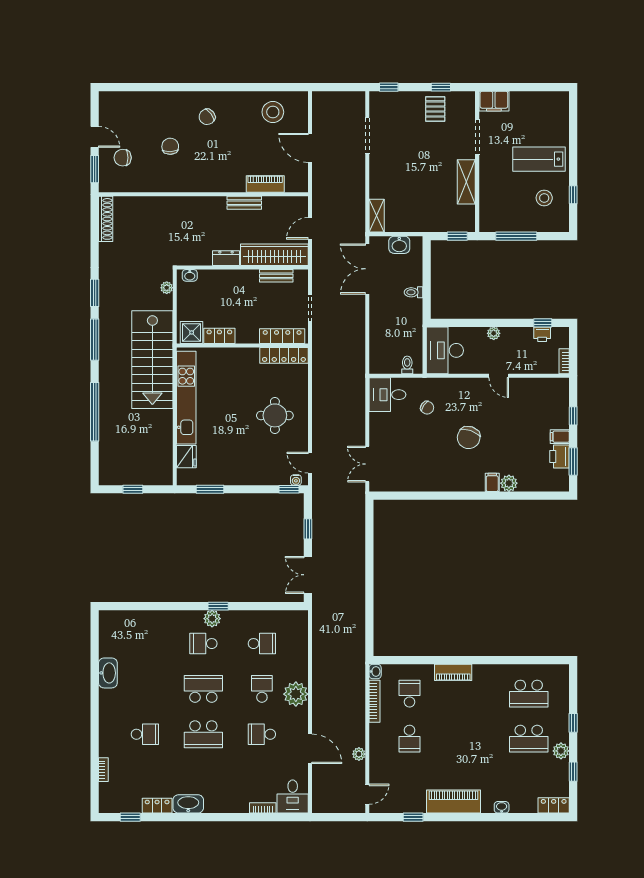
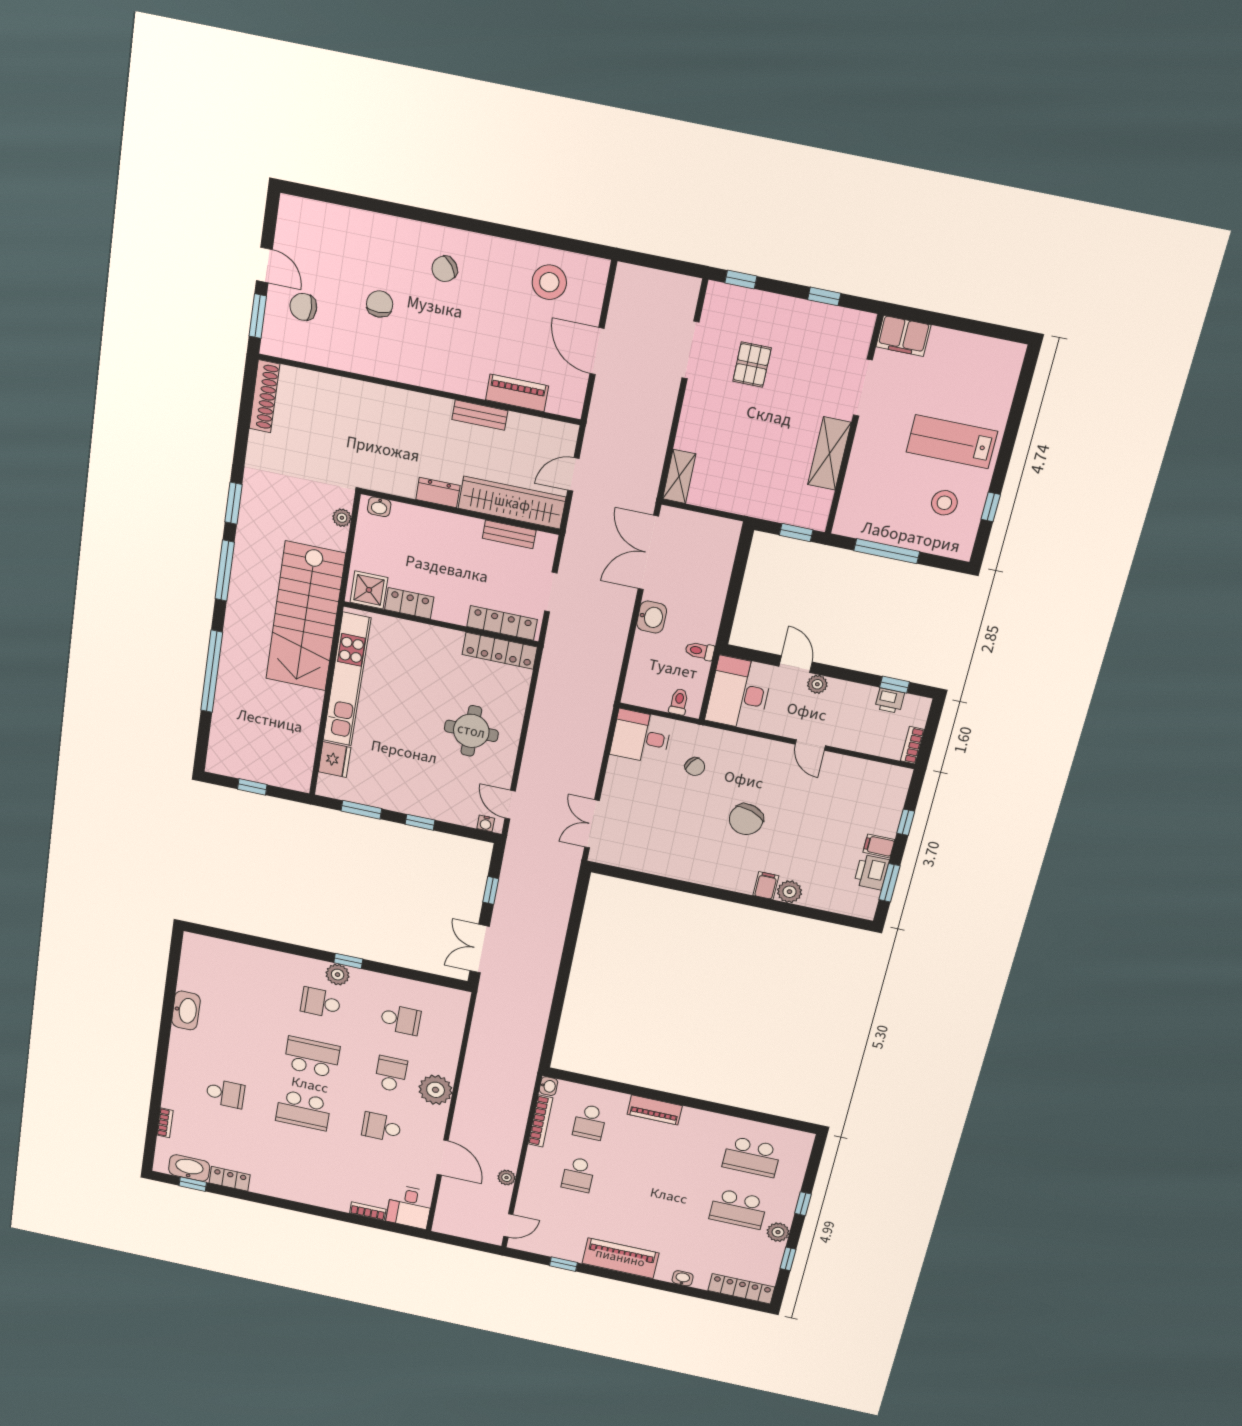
pallet: (435, 109) -> (752, 365), moved
washbasin: (399, 245) -> (652, 617), moved, turned -90
toilet: (414, 292) -> (700, 651), moved
door: (477, 323) -> (796, 664), added
window: (289, 489) -> (420, 822), moved
school desk: (410, 694) -> (590, 1122), turned 180
washbasin: (188, 804) -> (189, 1168), moved
locker: (554, 805) -> (741, 1289), width x1.53

